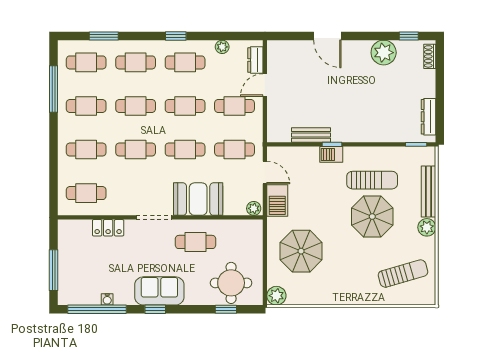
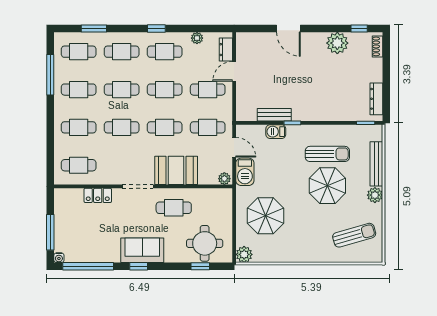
barbecue: (331, 154) -> (276, 132), moved
water cooler: (107, 299) -> (59, 258), moved

